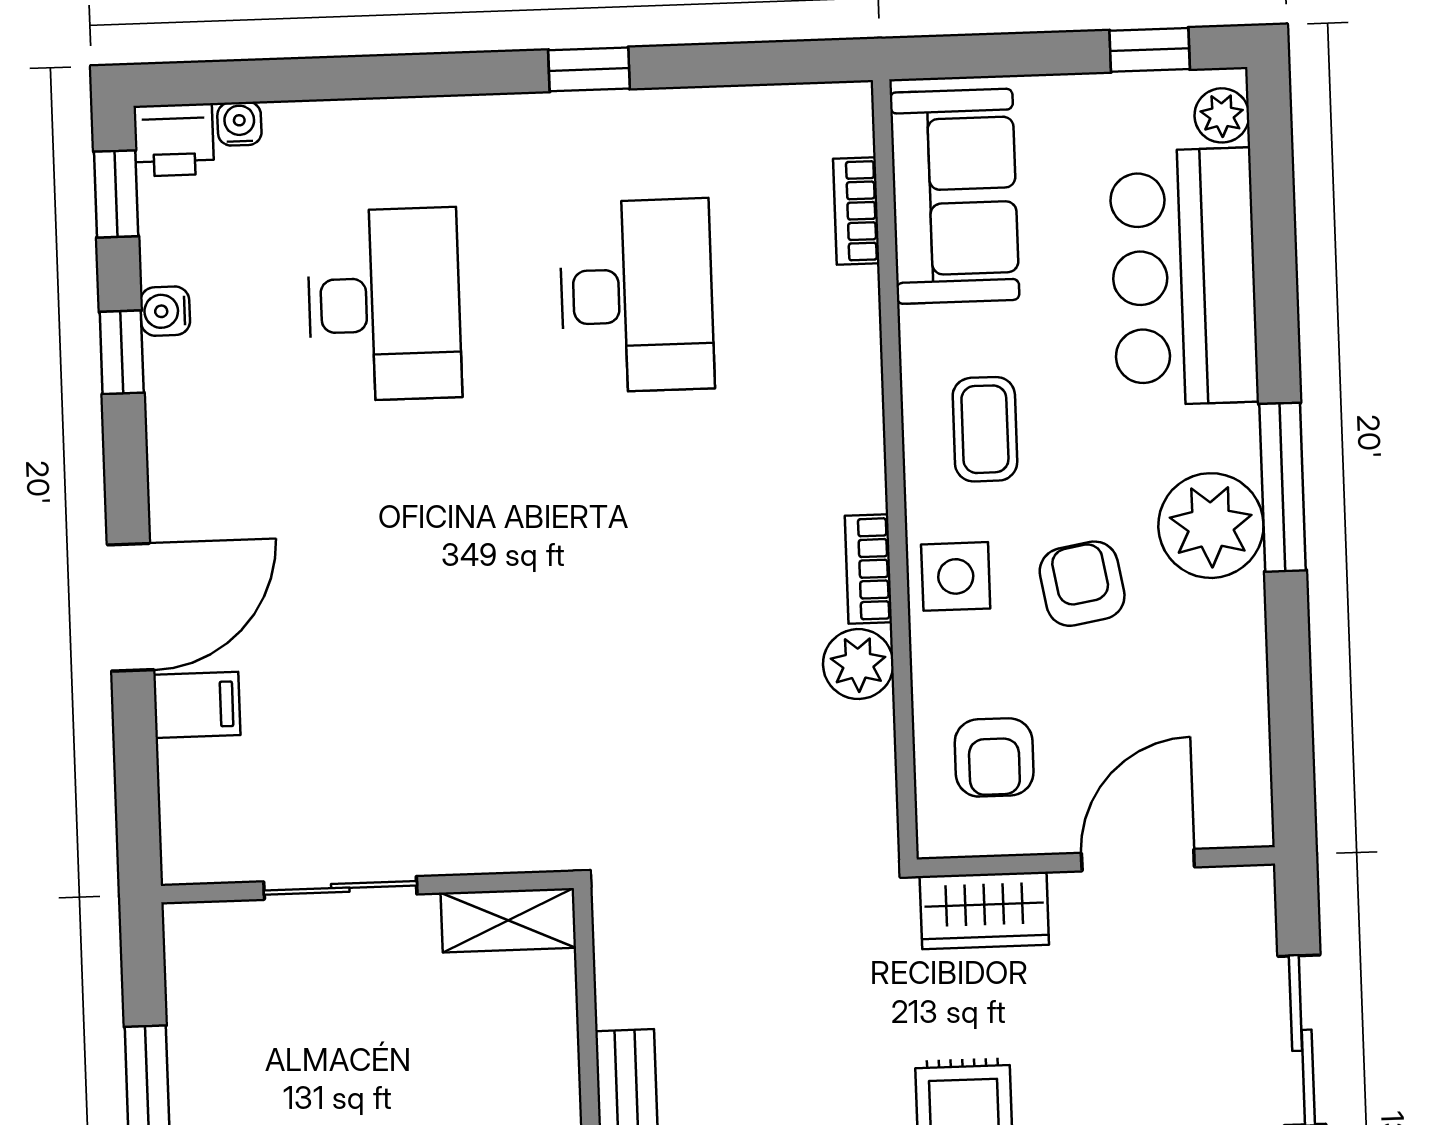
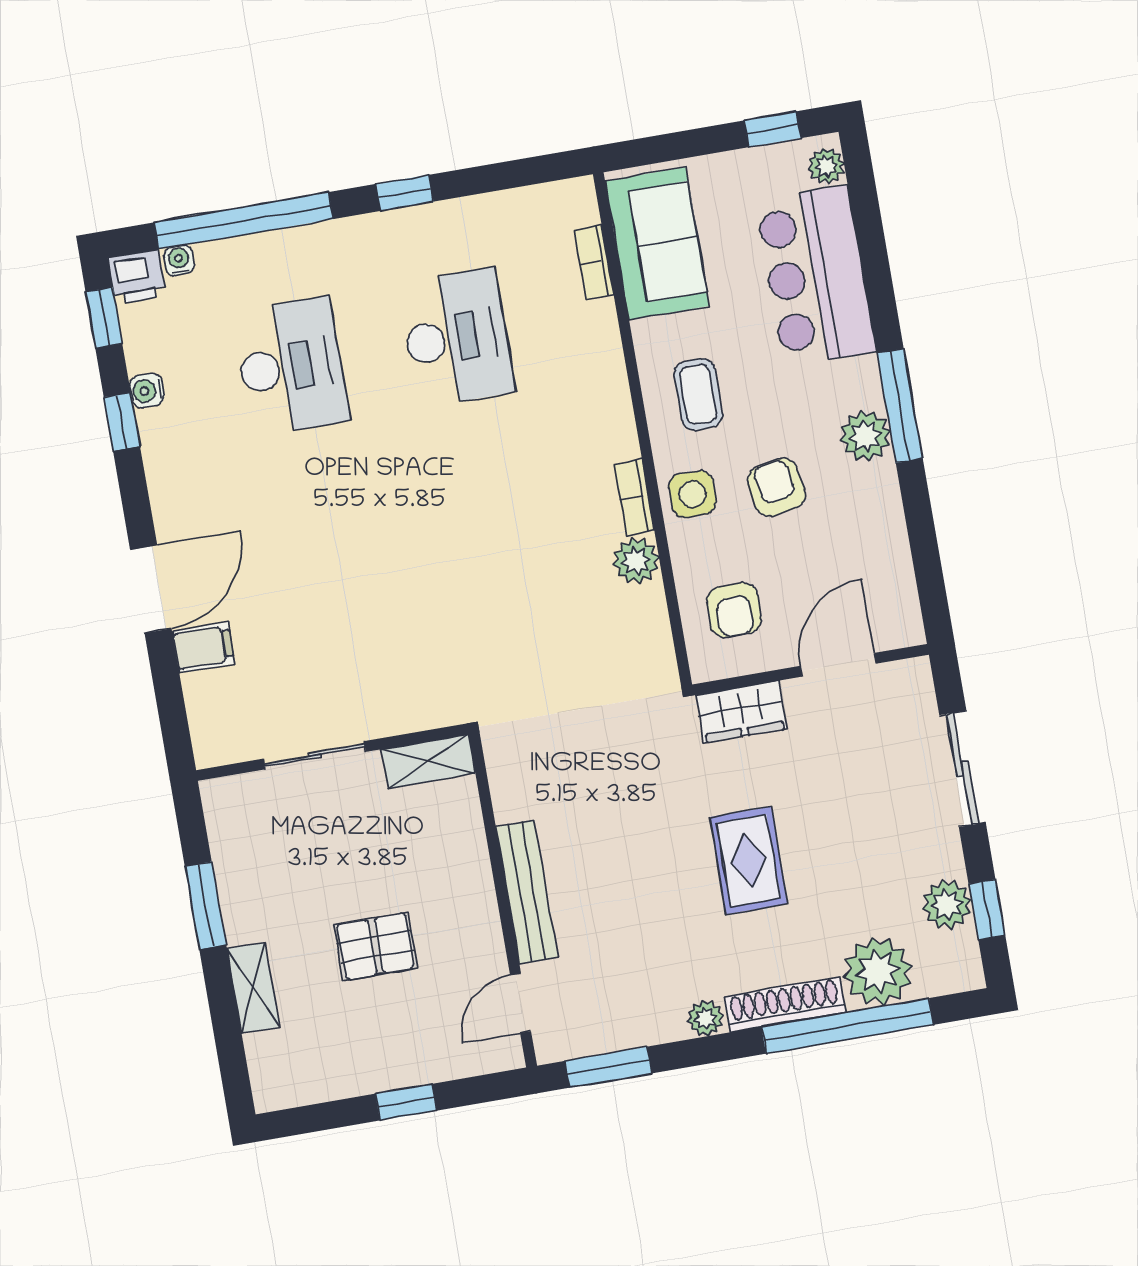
window: (344, 78) -> (244, 221), added
plant: (1211, 526) -> (865, 436), width x0.73, depth x0.73

